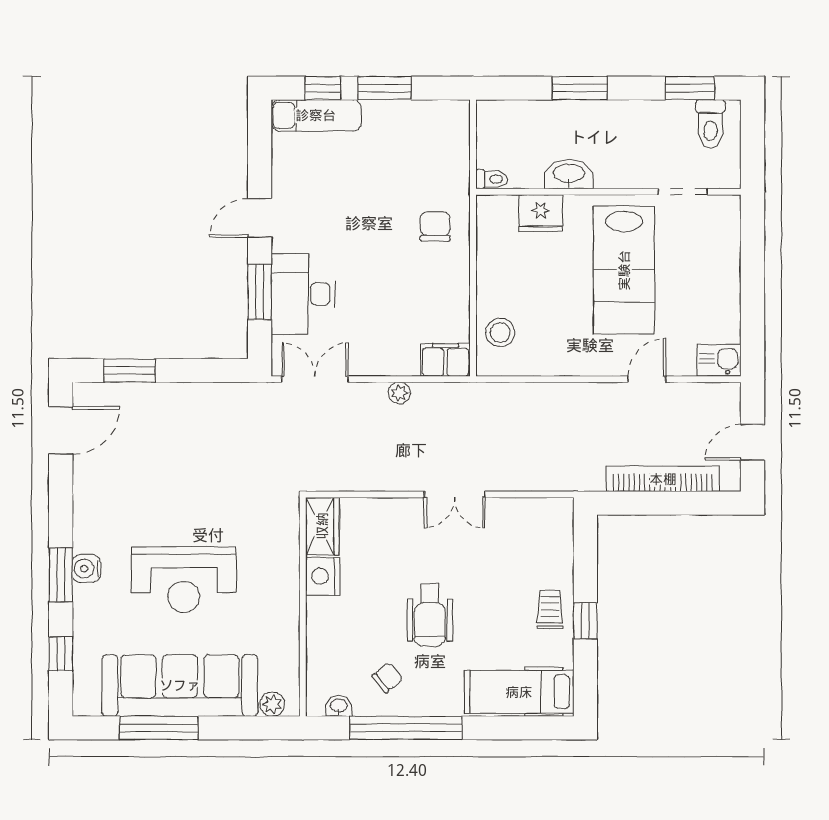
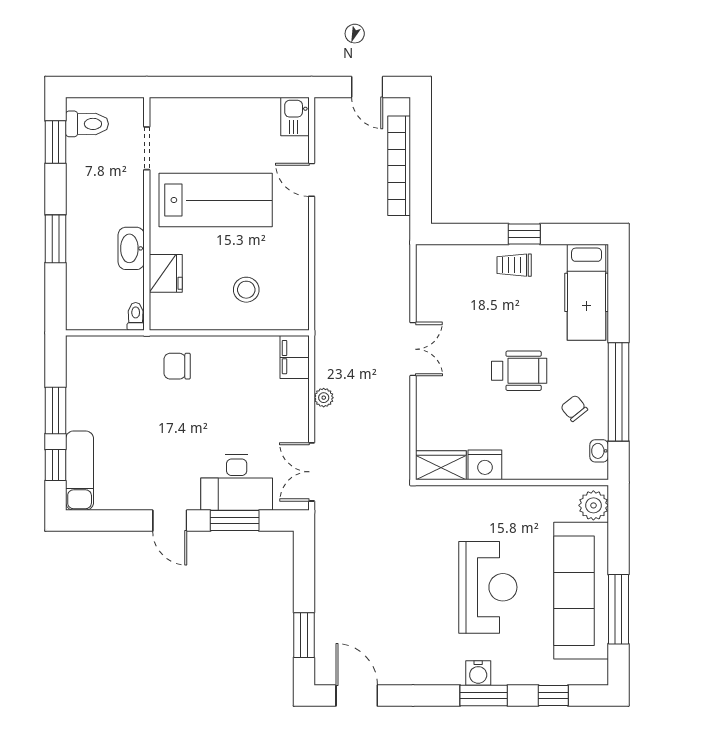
stool: (500, 333) -> (246, 290), moved
plant: (272, 704) -> (593, 505), width x1.38, depth x1.38

